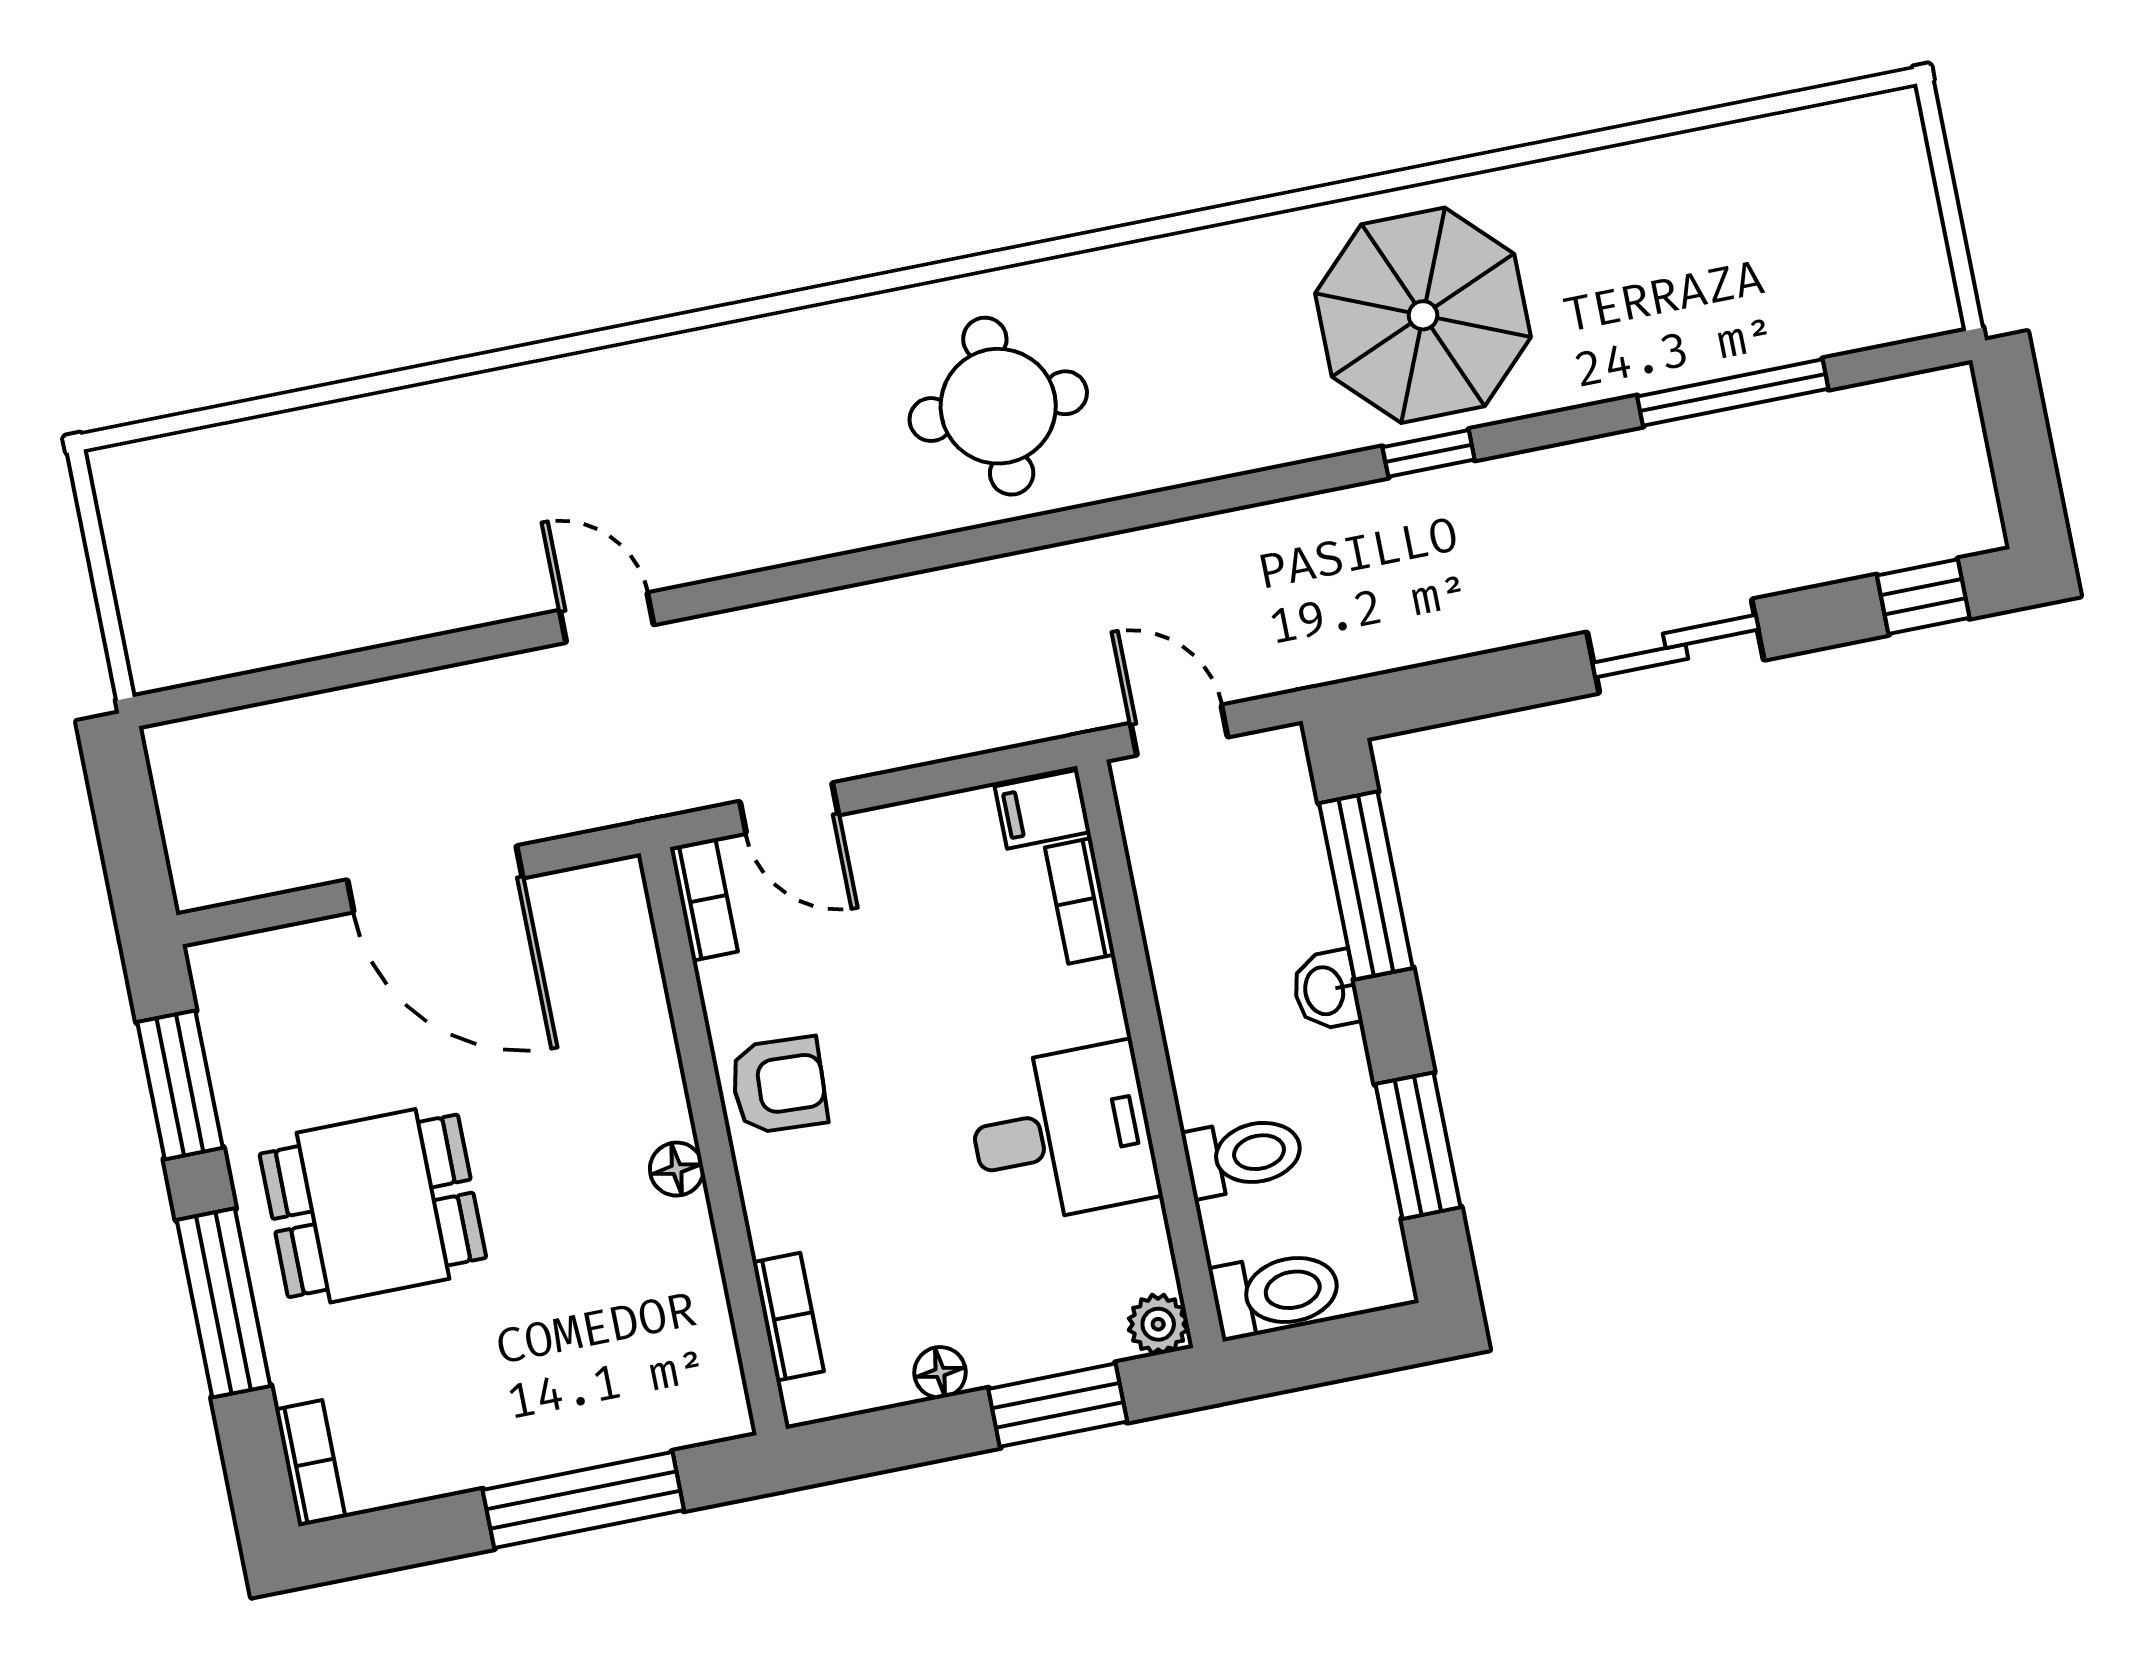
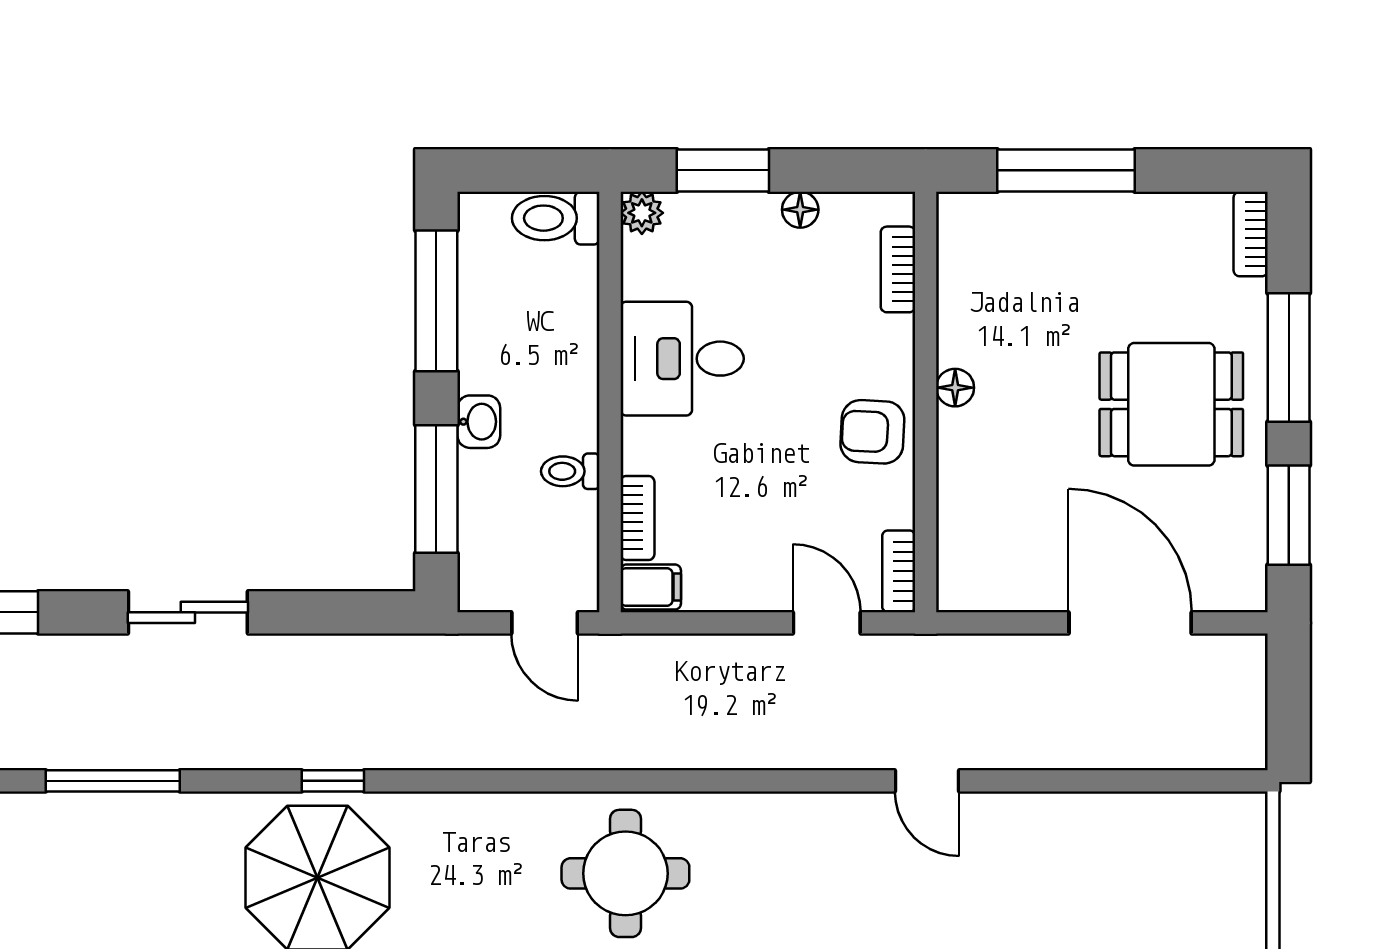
door: (435, 879) -> (1130, 623), moved
window: (1418, 1146) -> (436, 301), width x1.44
toilet: (1243, 1155) -> (570, 471), moved, width x0.73, depth x0.72

